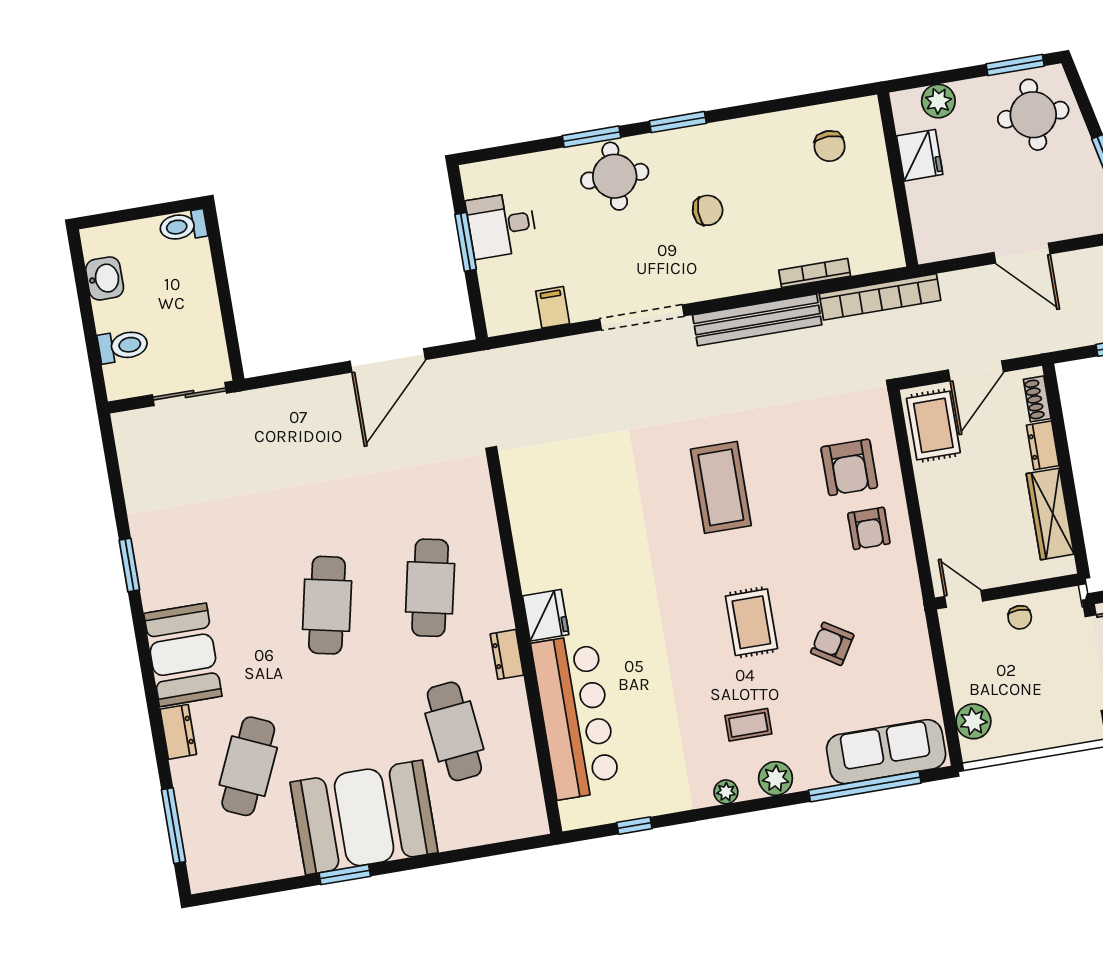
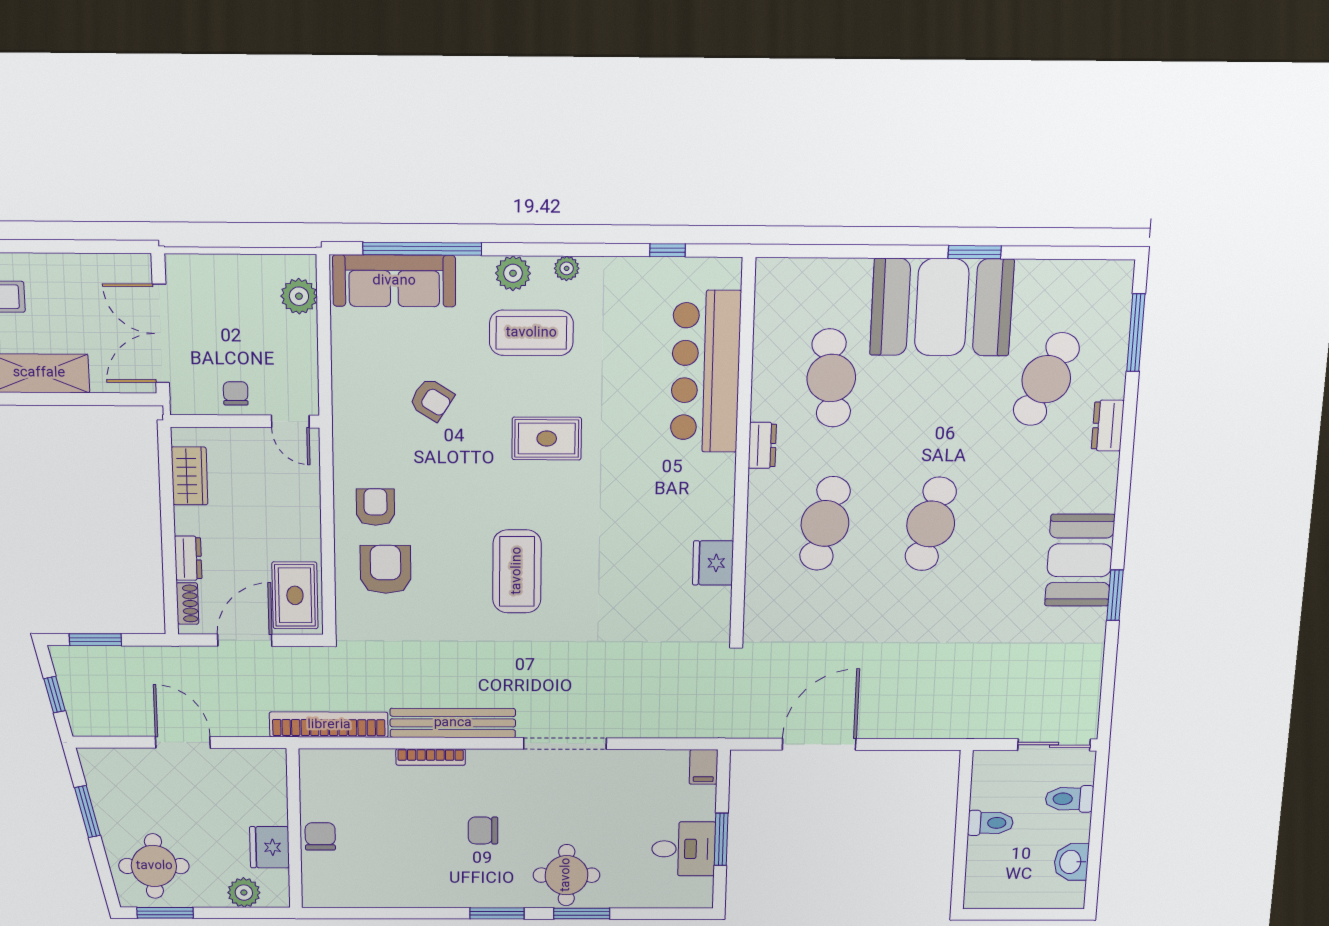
chair: (830, 146) -> (320, 836), moved
toilet: (183, 226) -> (990, 823), moved
bookcase: (815, 273) -> (431, 757), moved
filing cabinet: (553, 307) -> (704, 767), moved
sliding door: (189, 394) -> (1054, 745), moved
wardrobe: (1050, 514) -> (190, 476), width x0.67
fridge: (546, 615) -> (713, 563), moved
rug: (751, 622) -> (547, 439), moved, turned 90
booth: (183, 655) -> (1080, 560), moved
coffee table: (748, 725) -> (531, 333), width x1.86, depth x1.72

